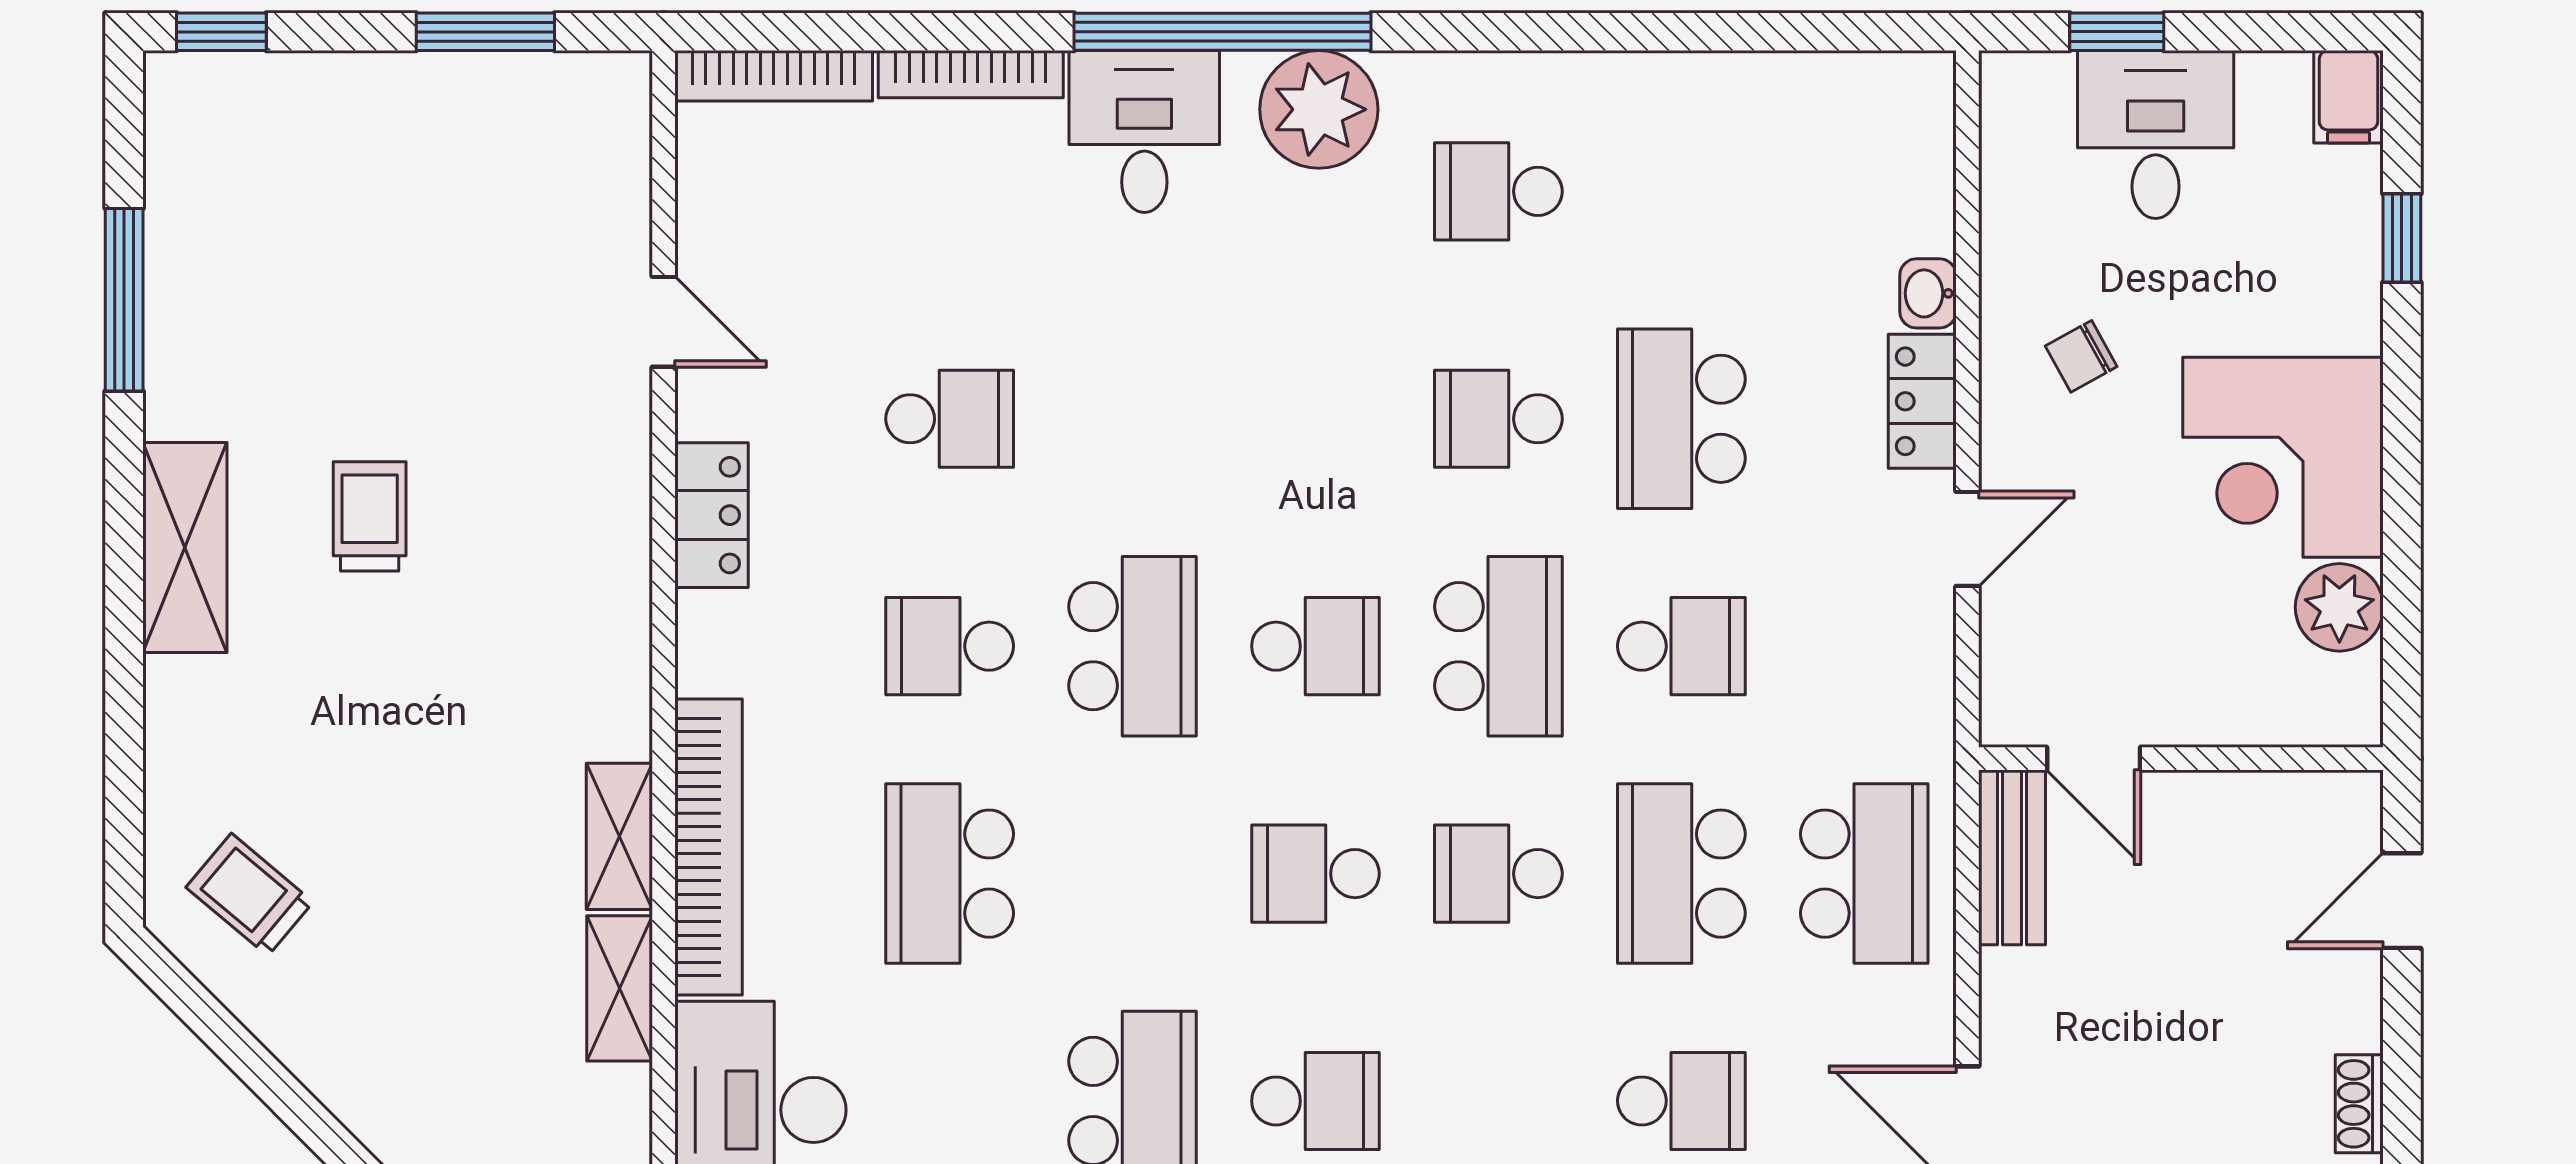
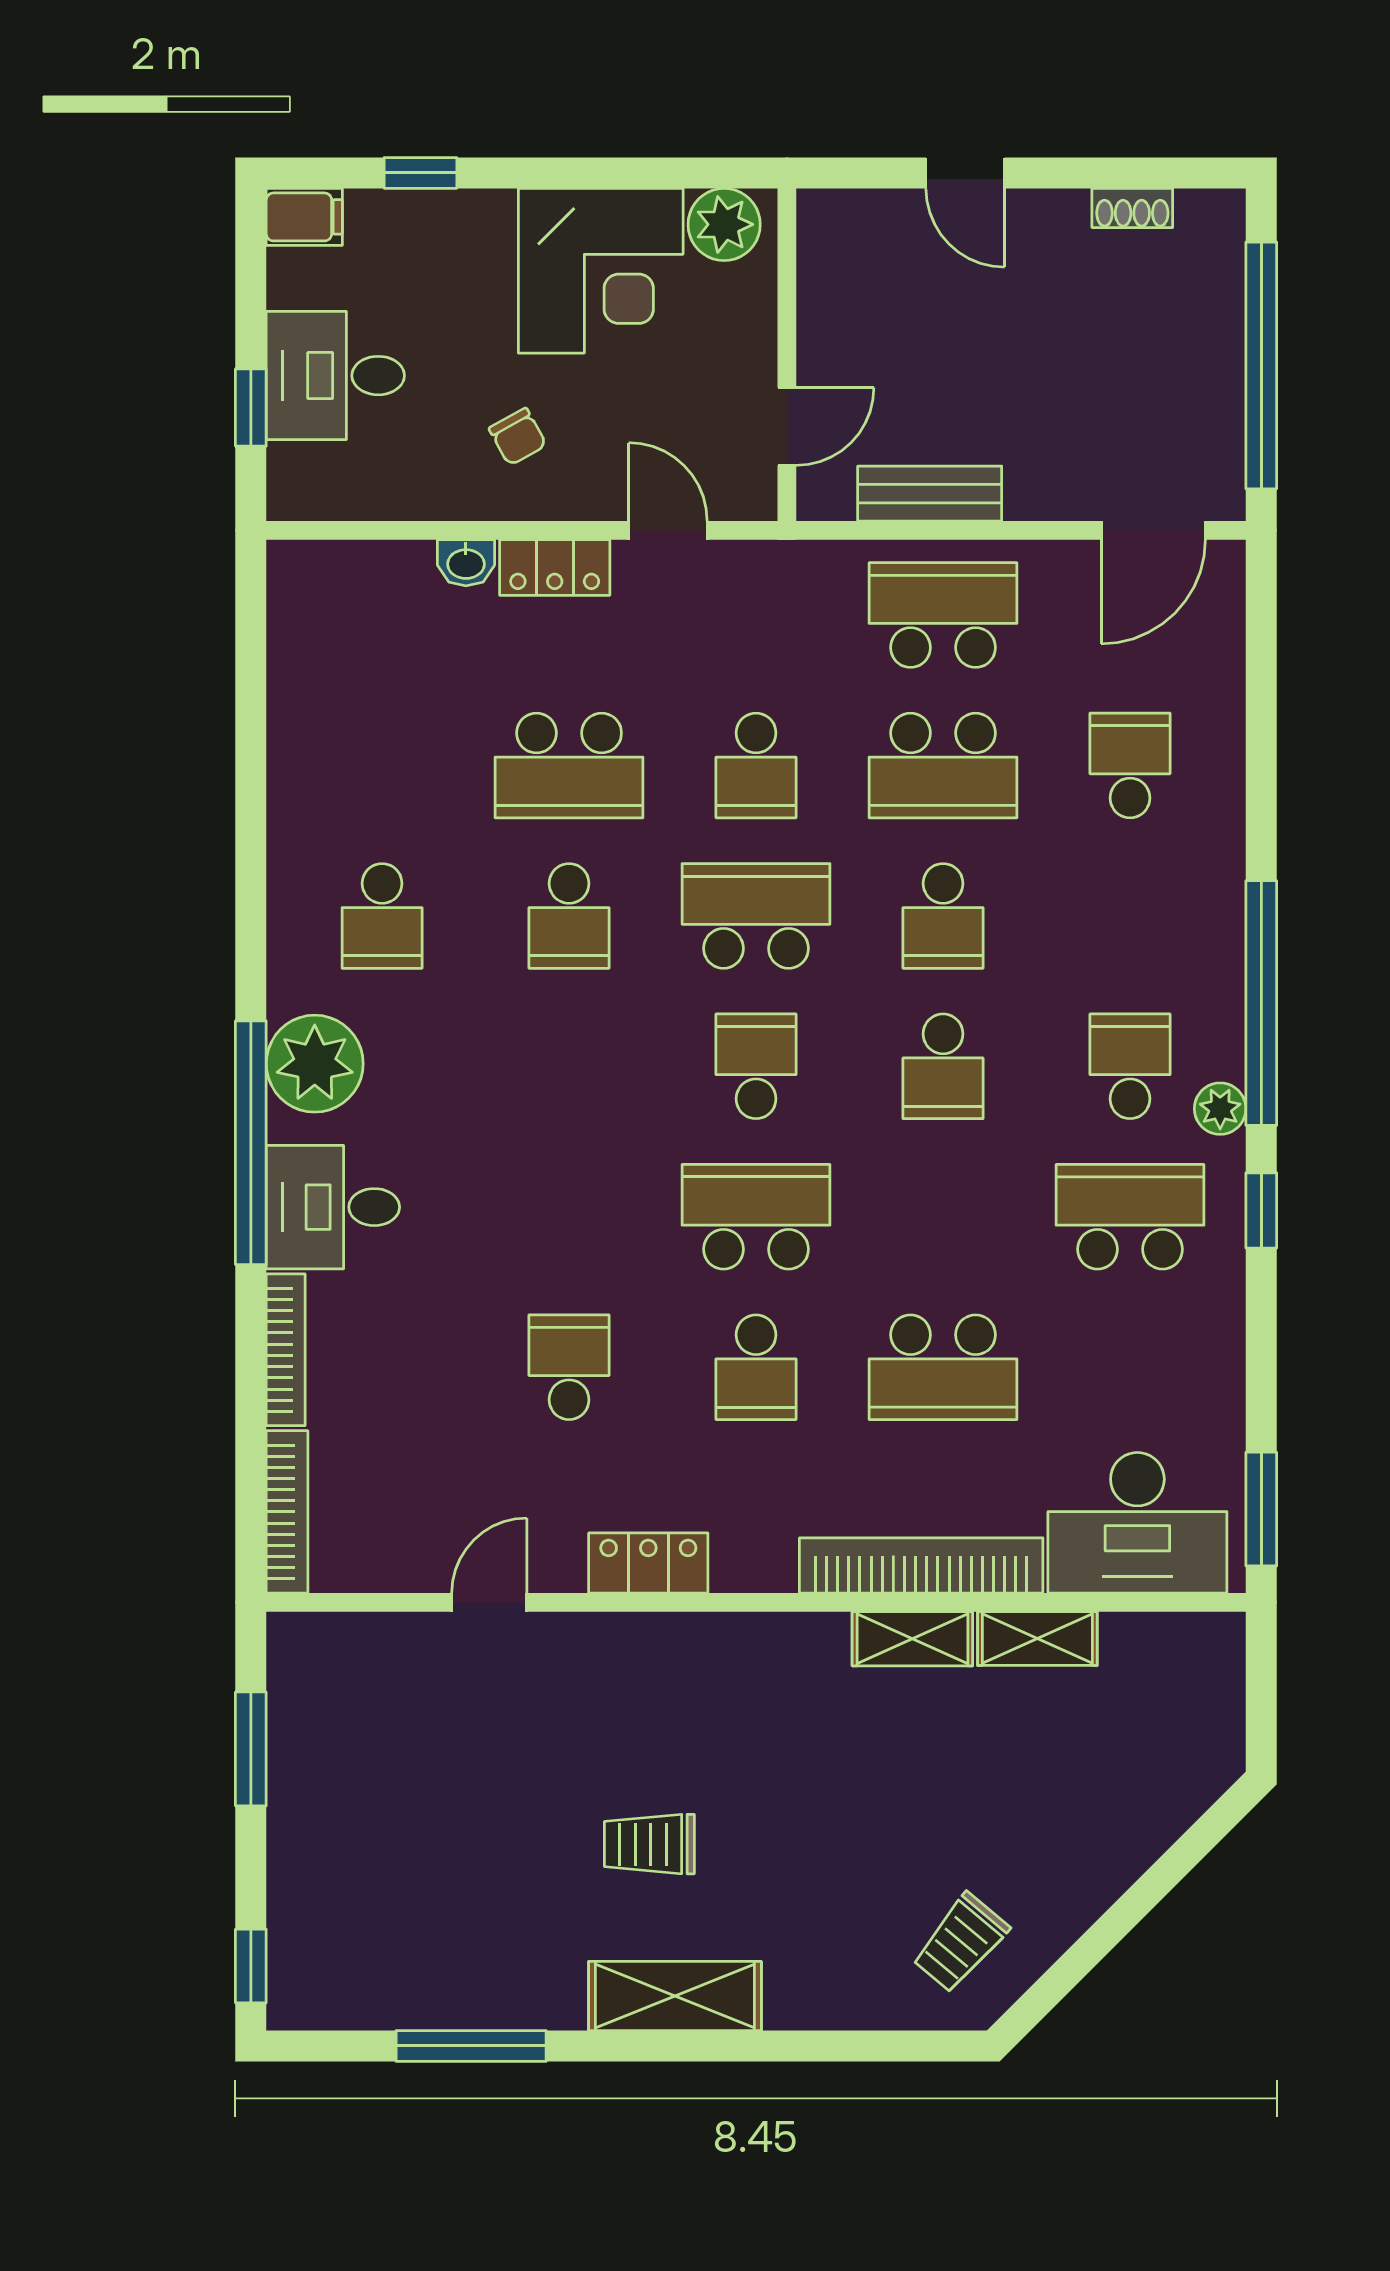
school desk: (1681, 646) -> (756, 765), turned 180
door: (2094, 759) -> (787, 426), moved
wall: (2181, 759) -> (787, 355), moved

